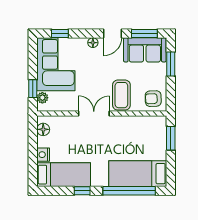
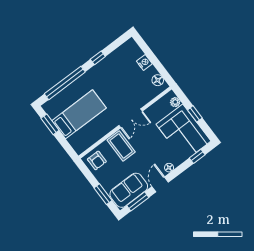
window: (33, 89) -> (195, 114), moved
armchair: (153, 99) -> (97, 160), turned 92
window: (171, 138) -> (50, 124), moved
bed: (138, 174) -> (79, 114), moved
bed: (64, 175) -> (119, 59), removed

